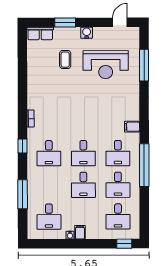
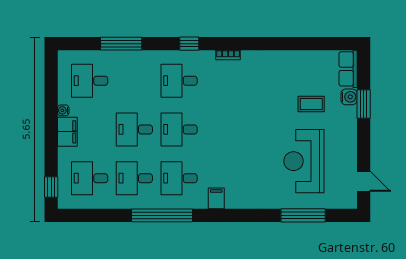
water cooler: (87, 33) -> (349, 97), moved
filing cabinet: (80, 232) -> (67, 132), width x2.00

